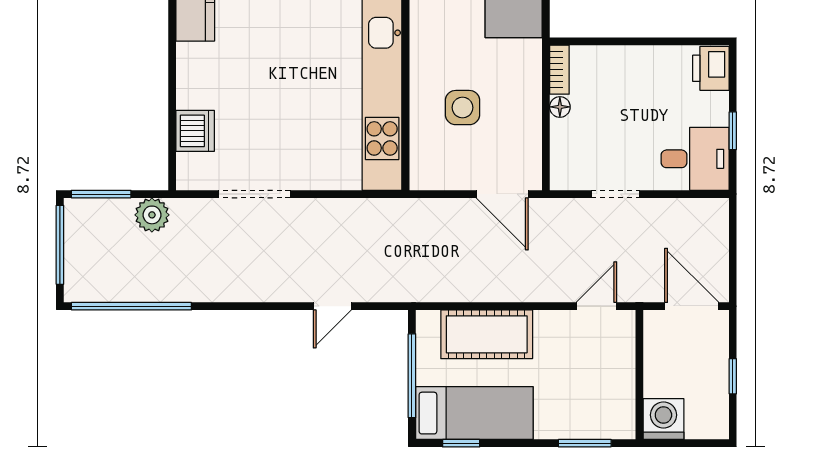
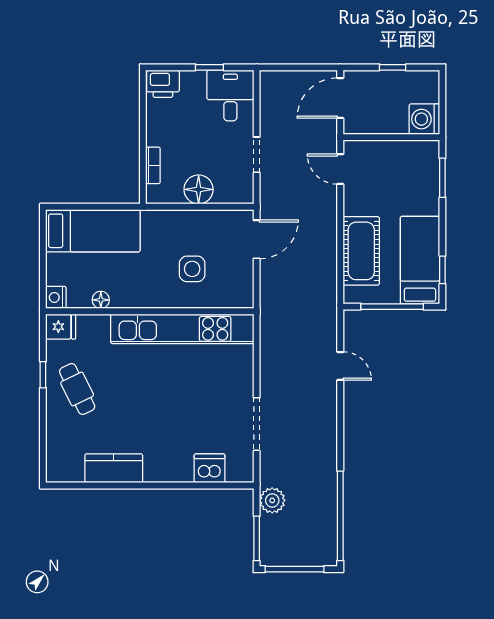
bookcase: (559, 70) -> (153, 165), moved, turned 90
floor lamp: (560, 107) -> (199, 189), width x1.89, depth x1.89

